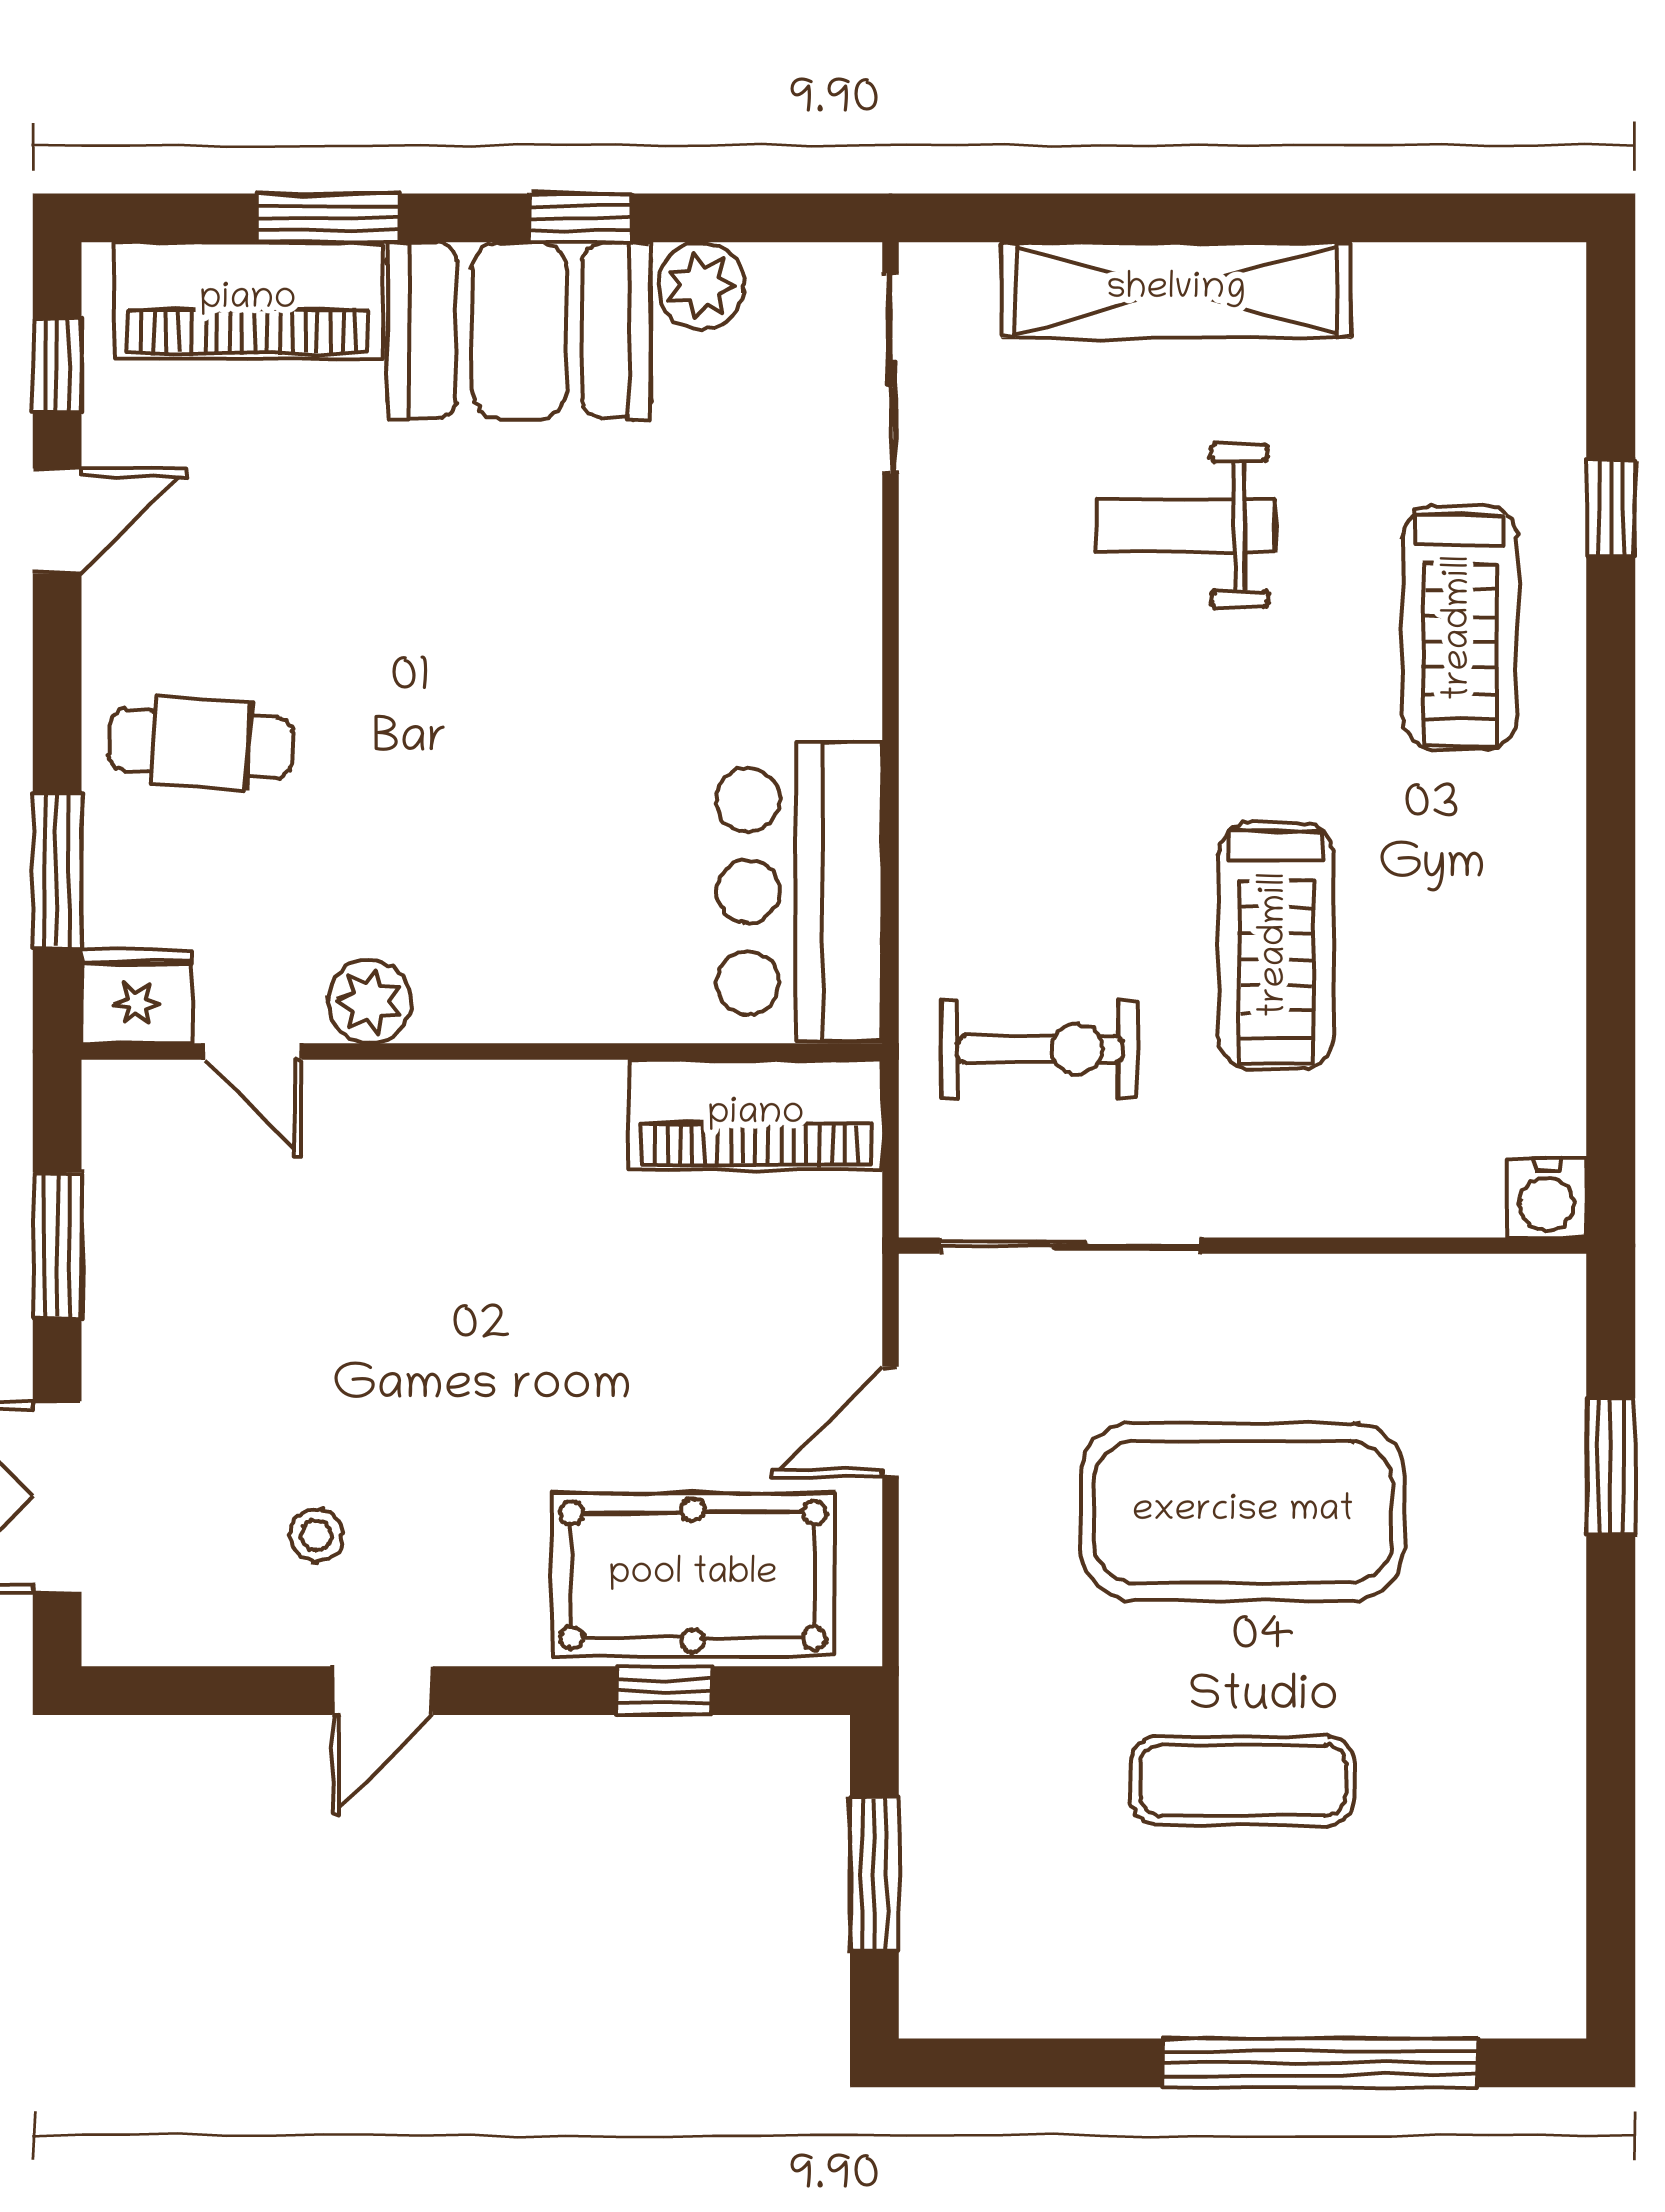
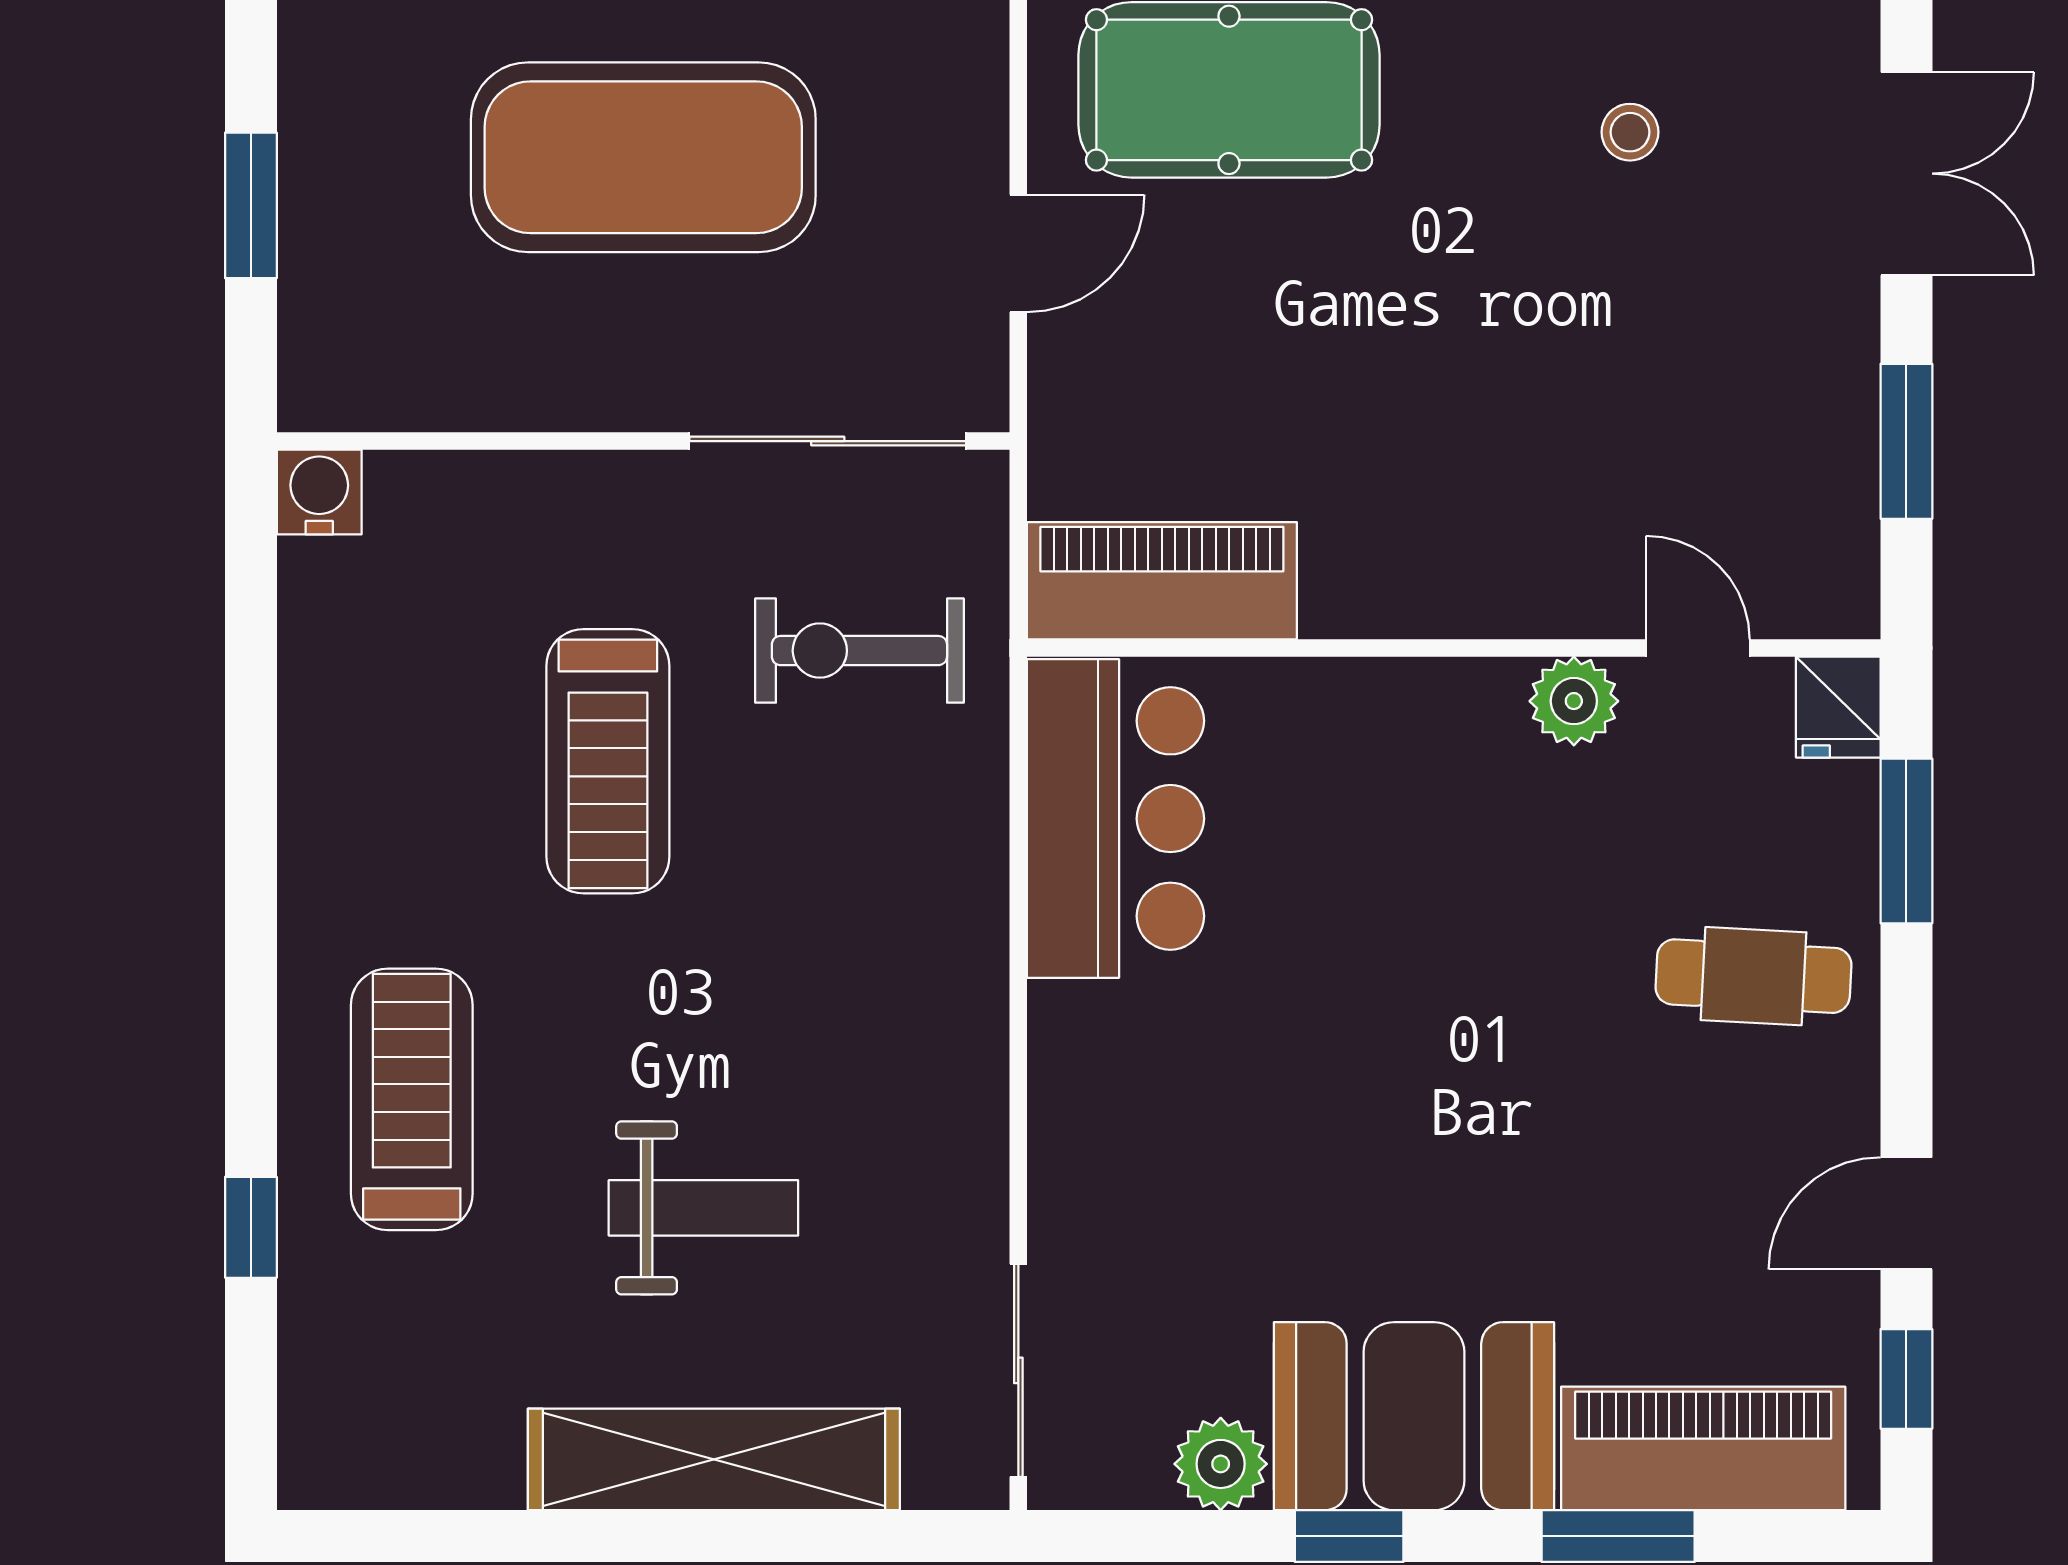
treadmill: (1276, 945) -> (608, 761), turned 180
fridge: (136, 996) -> (1838, 707), width x0.72

